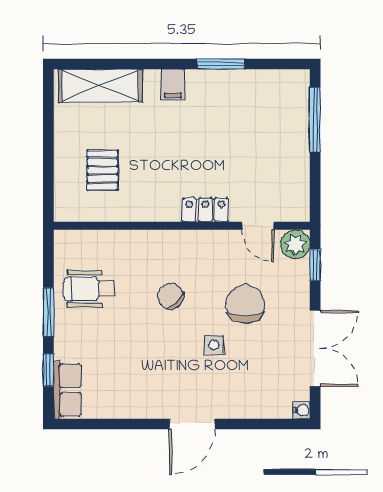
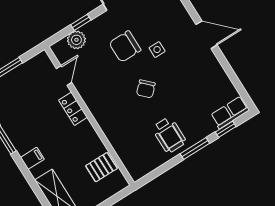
locker: (205, 210) -> (73, 109), moved
wall: (182, 226) -> (89, 116), moved
door: (258, 226) -> (64, 75), moved

